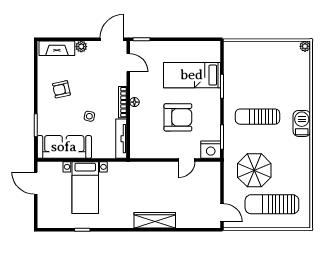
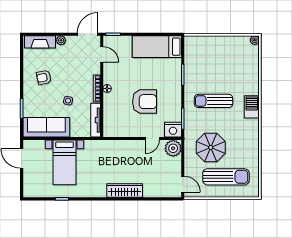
bed: (192, 75) -> (157, 47), moved
plant: (211, 171) -> (173, 148), added
sun lounger: (272, 204) -> (226, 177), turned 180

